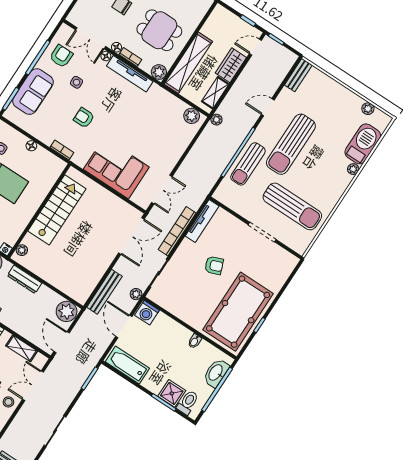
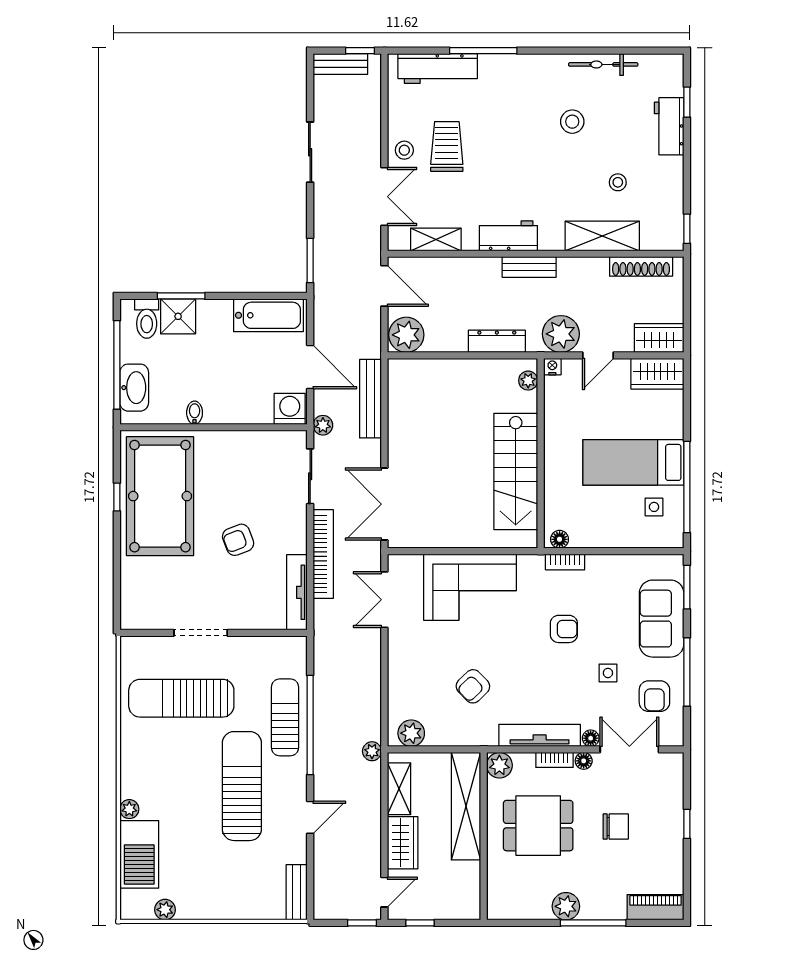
armchair: (147, 119) -> (473, 686), added
floor lamp: (31, 146) -> (560, 539), moved

